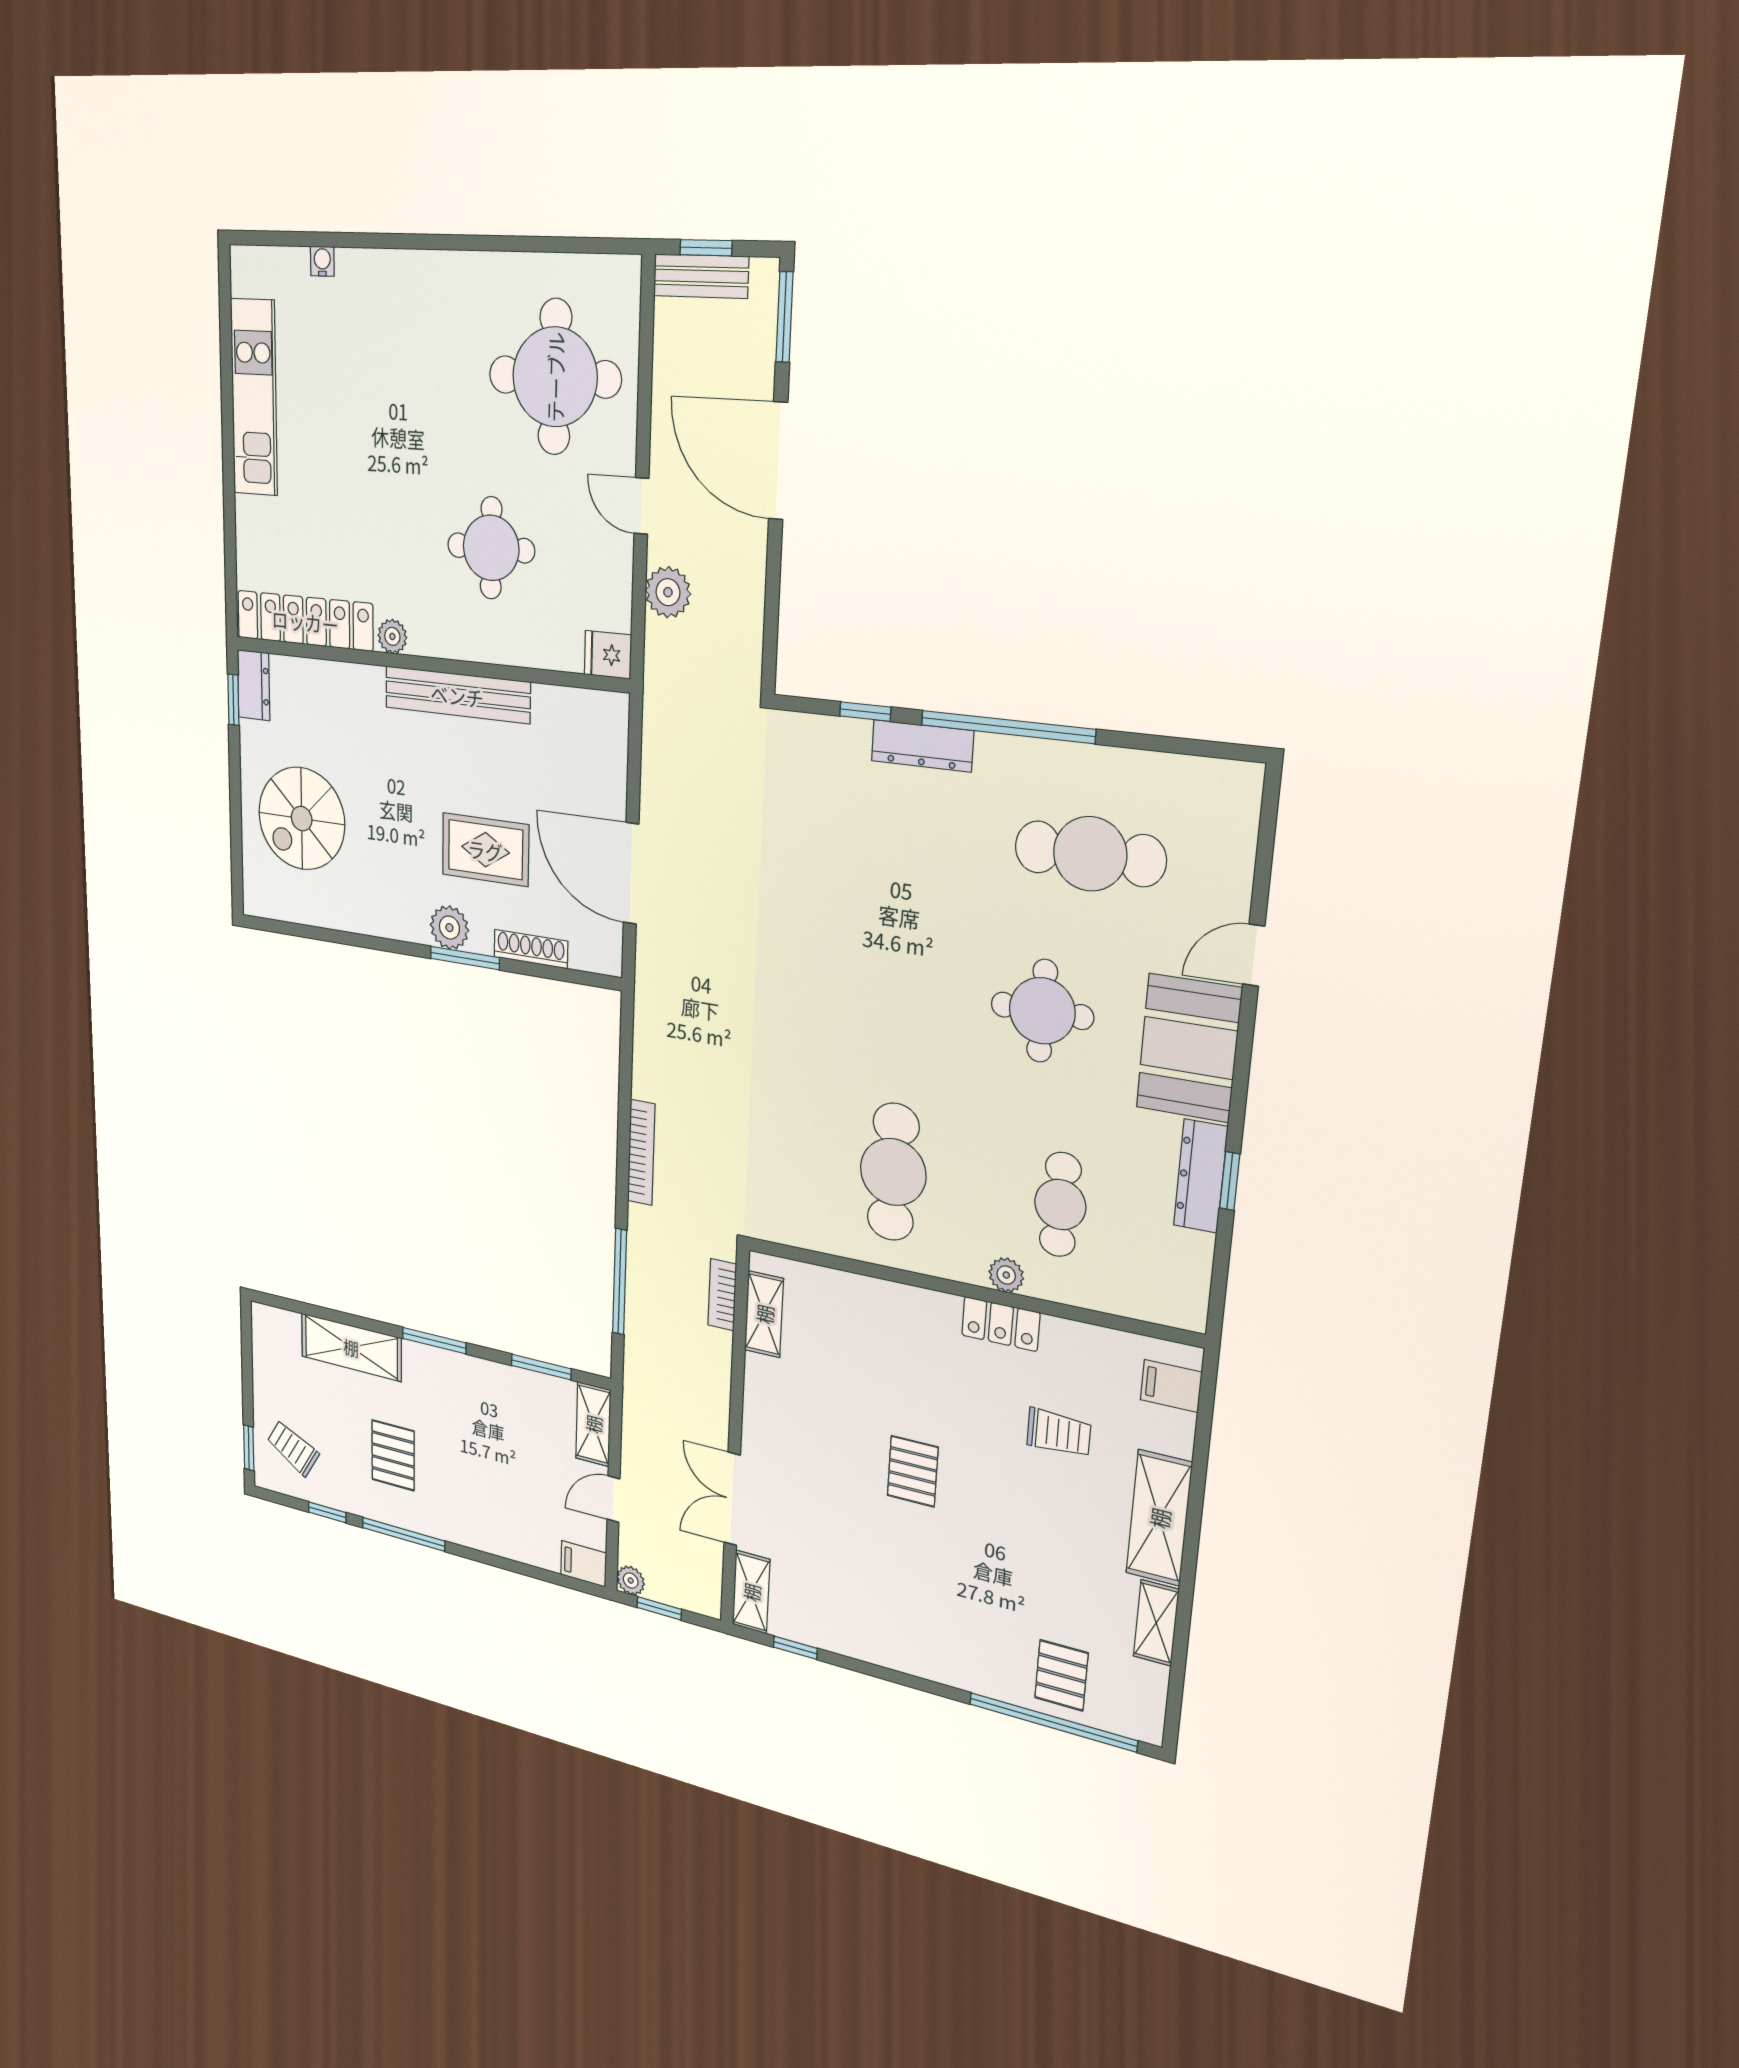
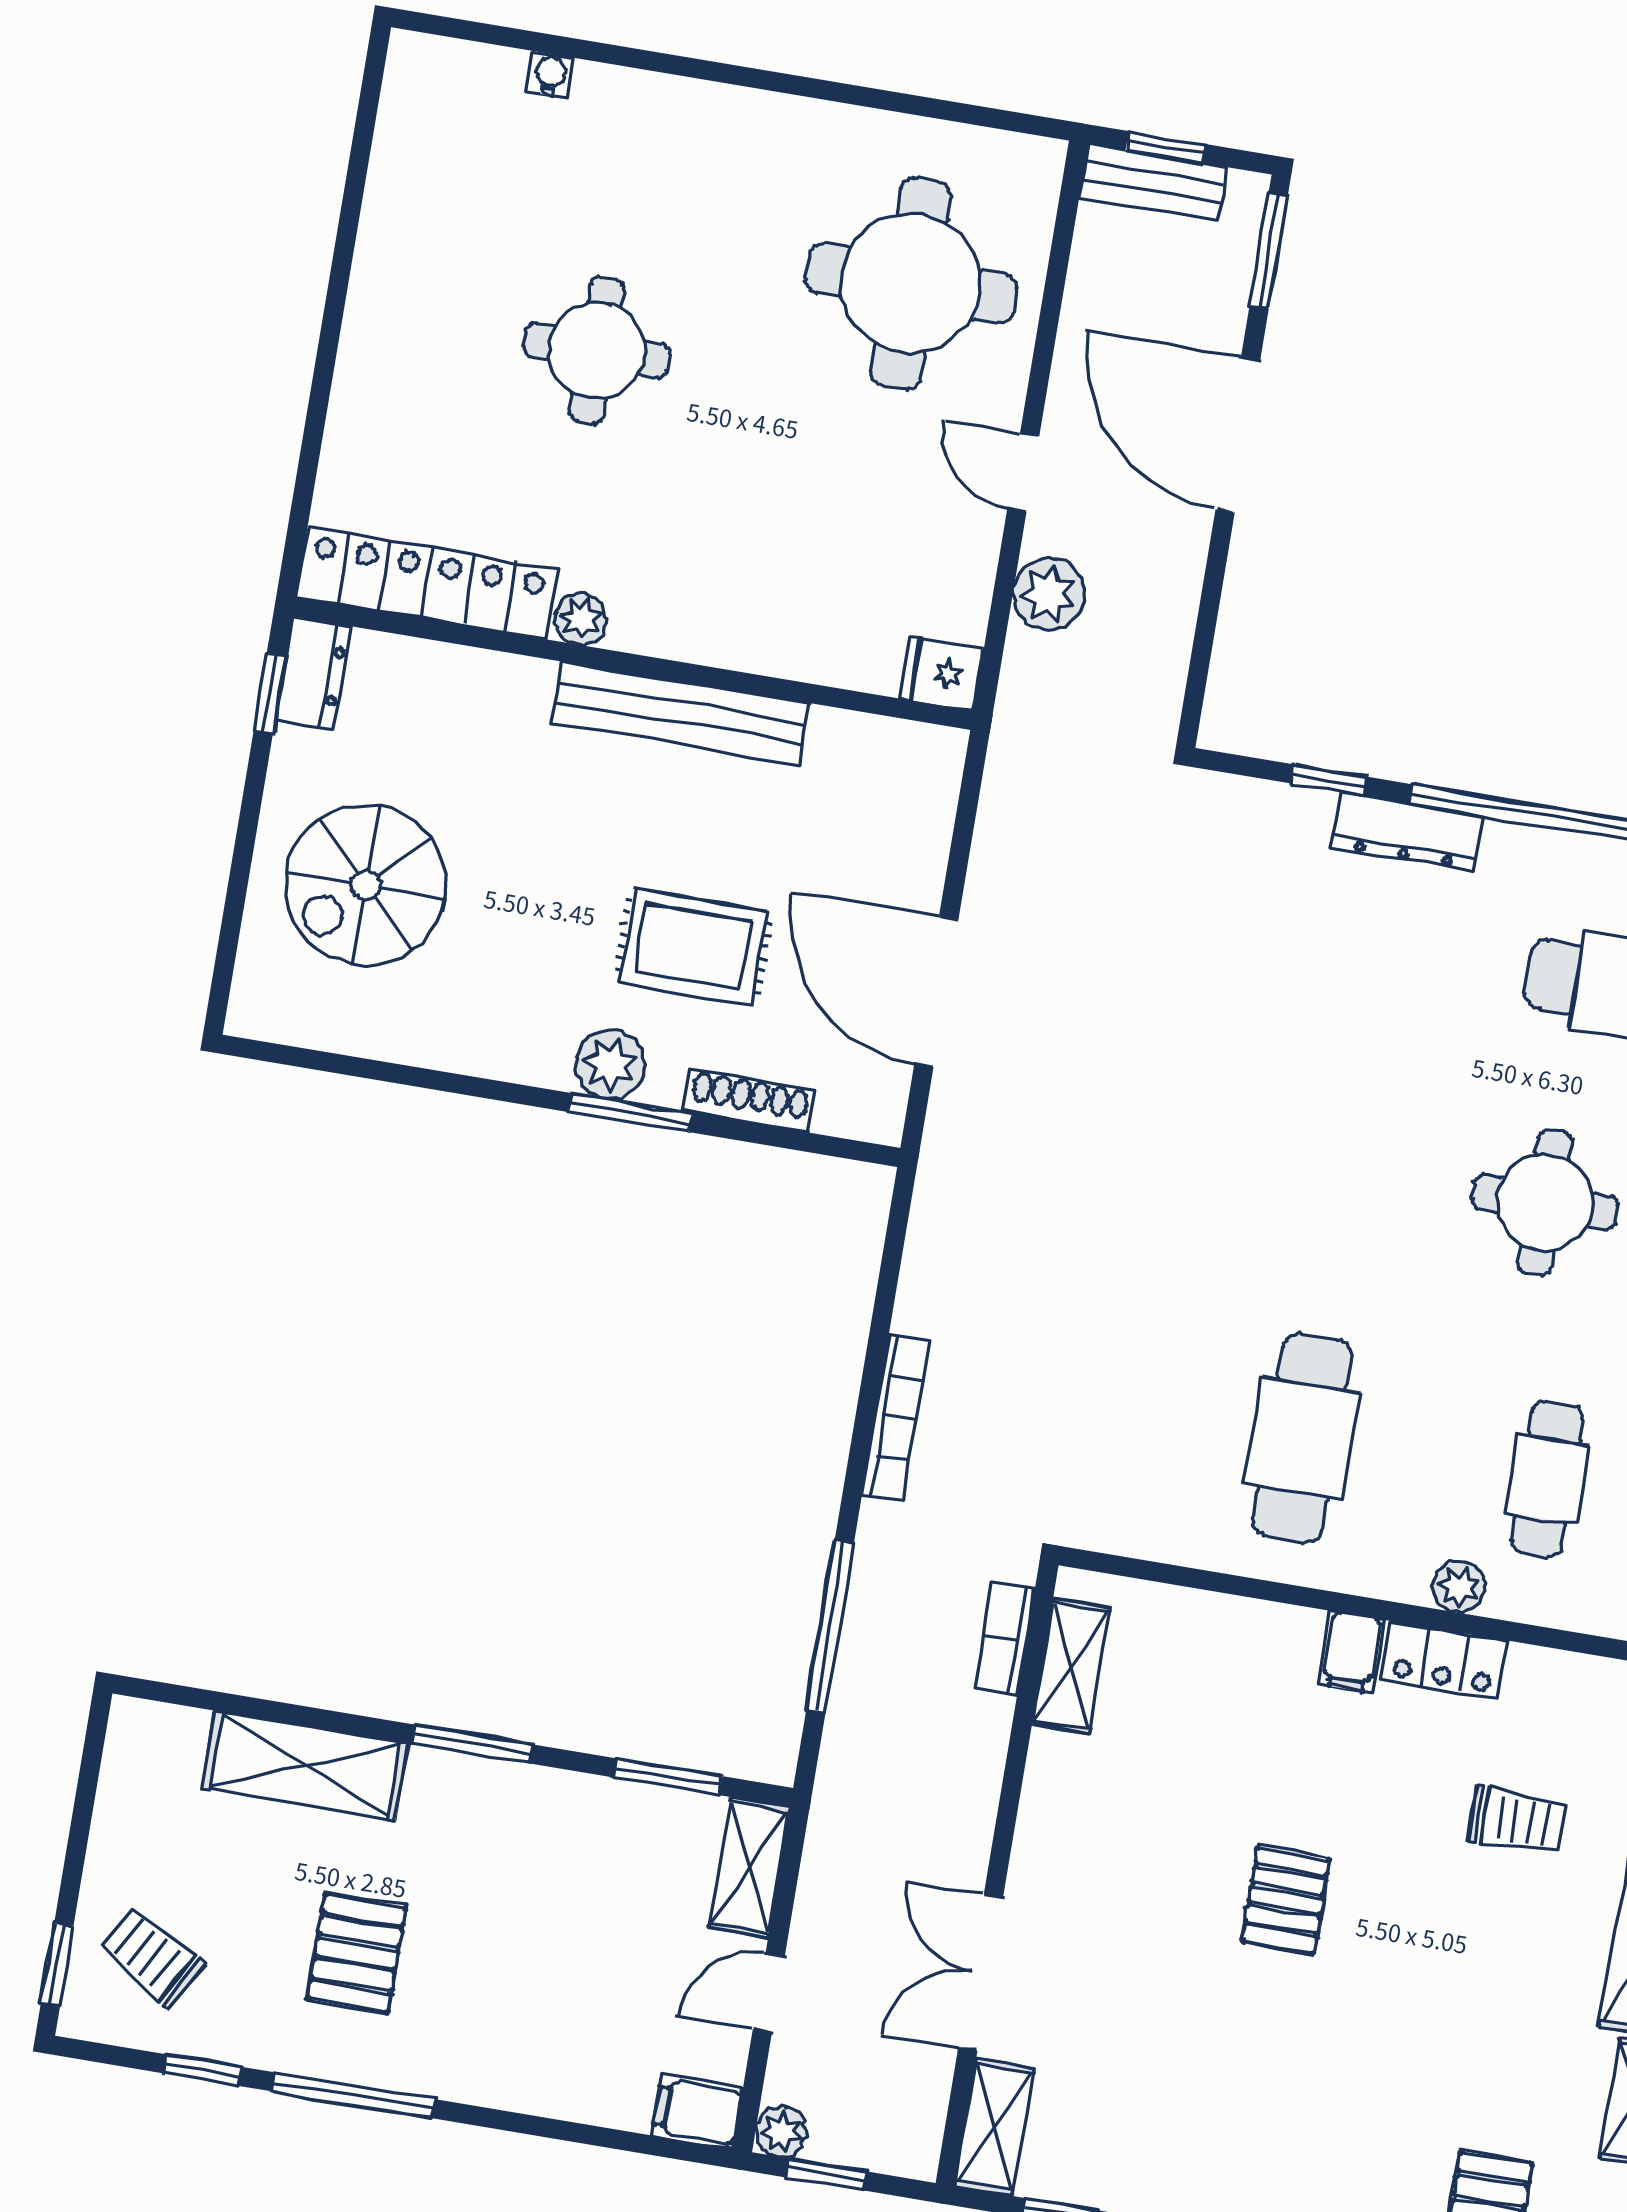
kitchen unit: (254, 398) -> (394, 249), removed
round table: (491, 548) -> (597, 350), moved
filing cabinet: (939, 1315) -> (1352, 1652), added

